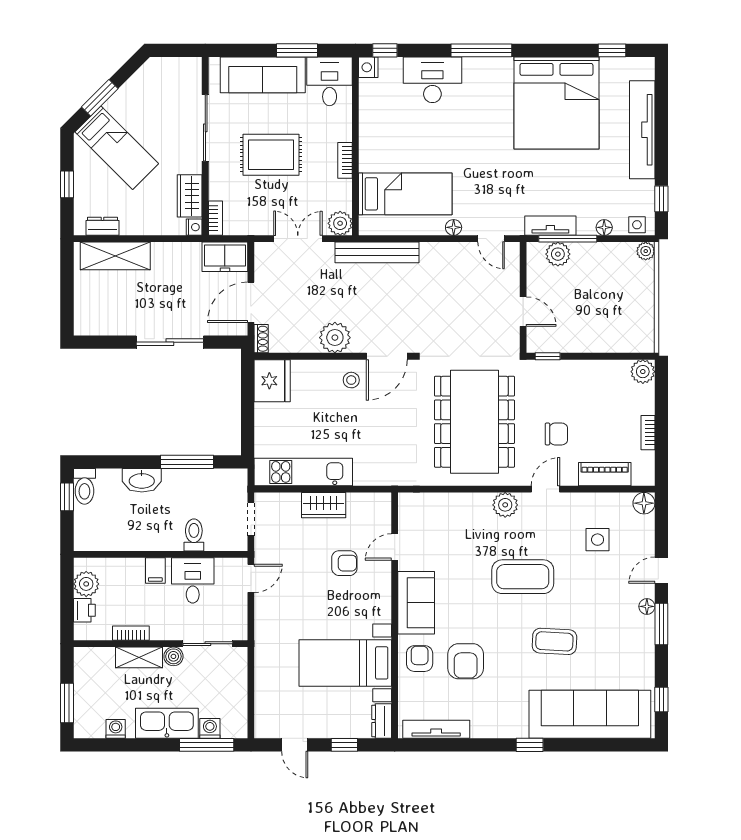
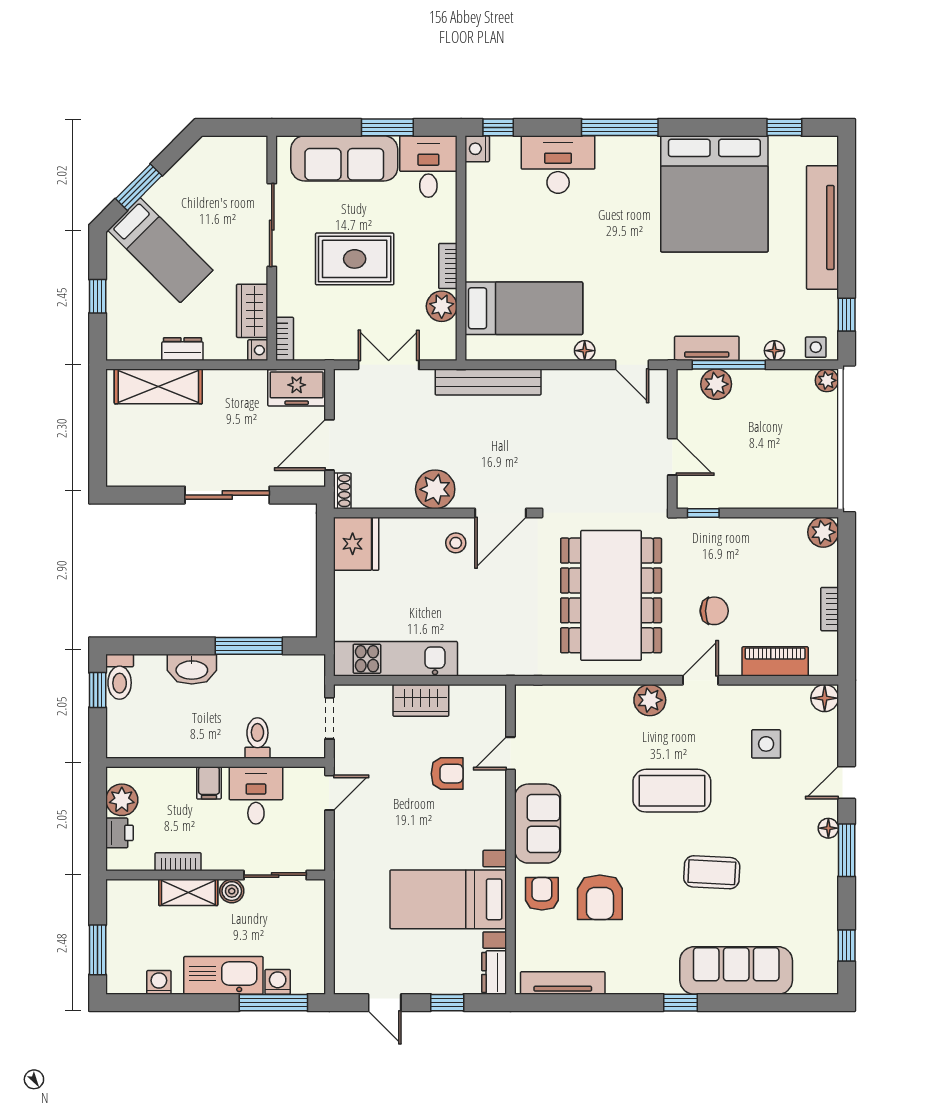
plant: (340, 223) -> (442, 306), moved
dresser: (102, 226) -> (182, 349), moved
sofa: (590, 714) -> (736, 970), width x0.74, depth x0.79

